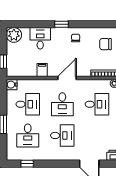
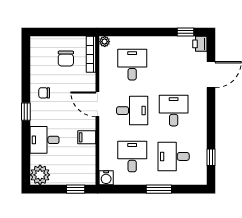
chair: (106, 44) -> (66, 59), moved
desk: (28, 135) -> (174, 156), turned 180

